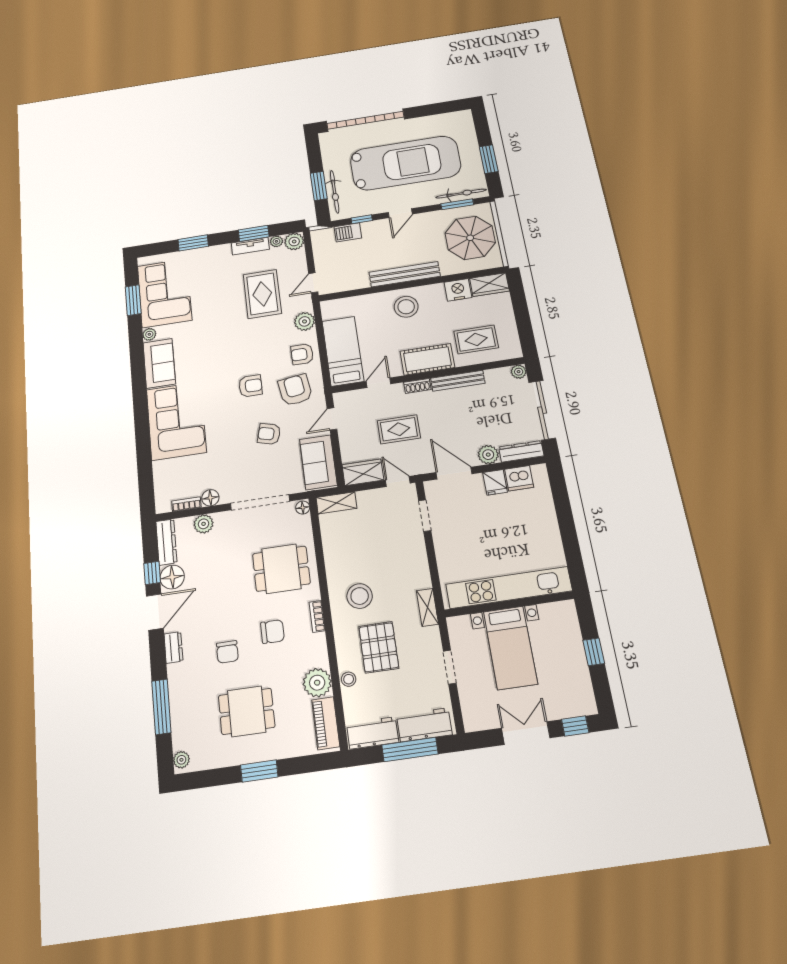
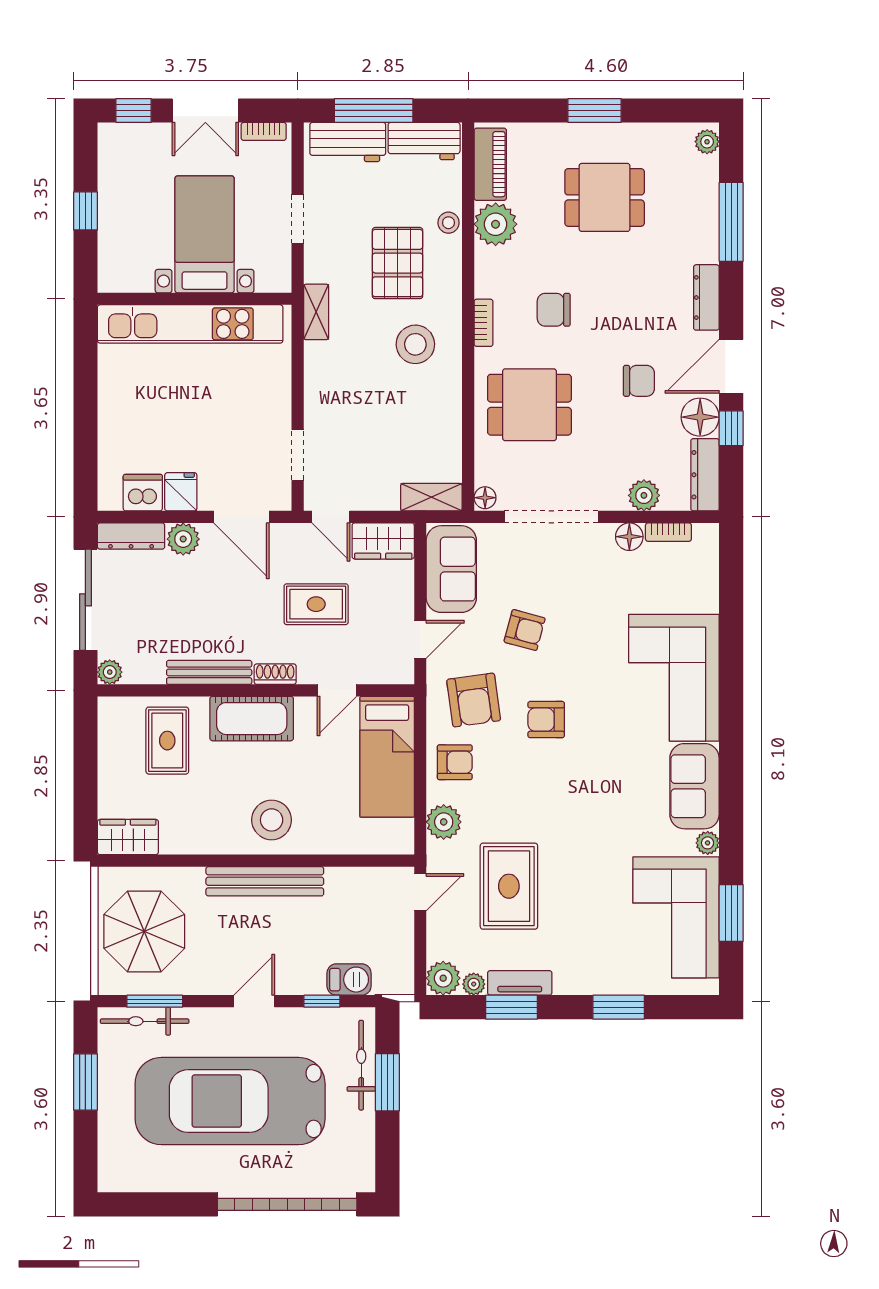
nightstand: (458, 290) -> (181, 836), removed
rug: (476, 339) -> (167, 741), turned 90
dresser: (173, 648) -> (706, 297), width x1.44
chair: (227, 652) -> (639, 381), moved, turned 90
bookcase: (483, 724) -> (264, 131), added

